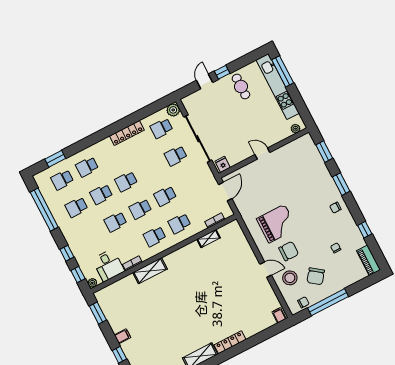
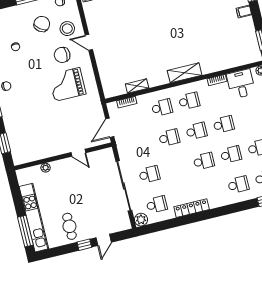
plant: (296, 129) -> (46, 168), moved
door: (262, 153) -> (78, 153), moved
fridge: (223, 164) -> (106, 155), removed
shelving: (150, 271) -> (185, 73), moved

